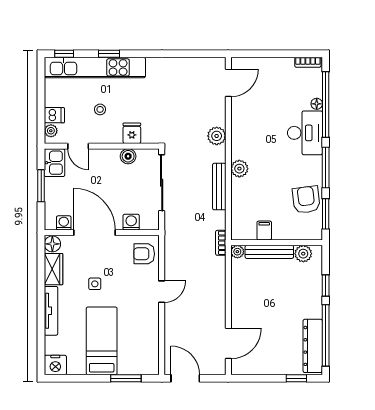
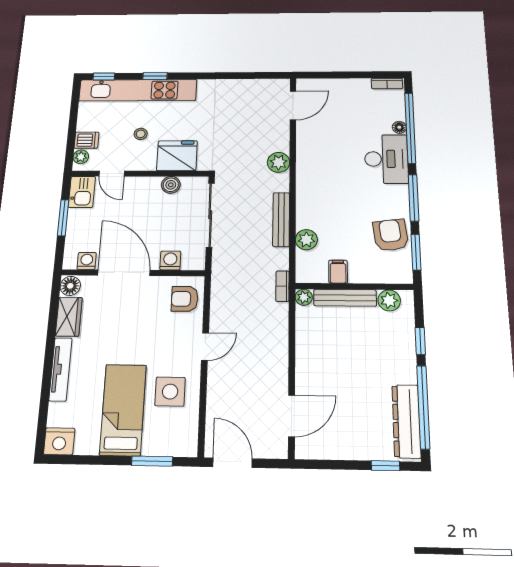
fridge: (132, 133) -> (177, 156), width x1.88, depth x1.34
plant: (239, 169) -> (306, 240), moved
side table: (95, 284) -> (170, 392), moved, width x1.87, depth x1.87

